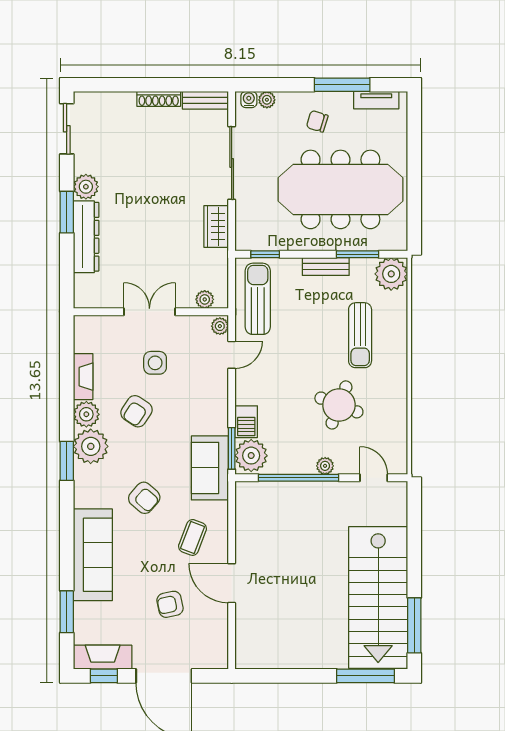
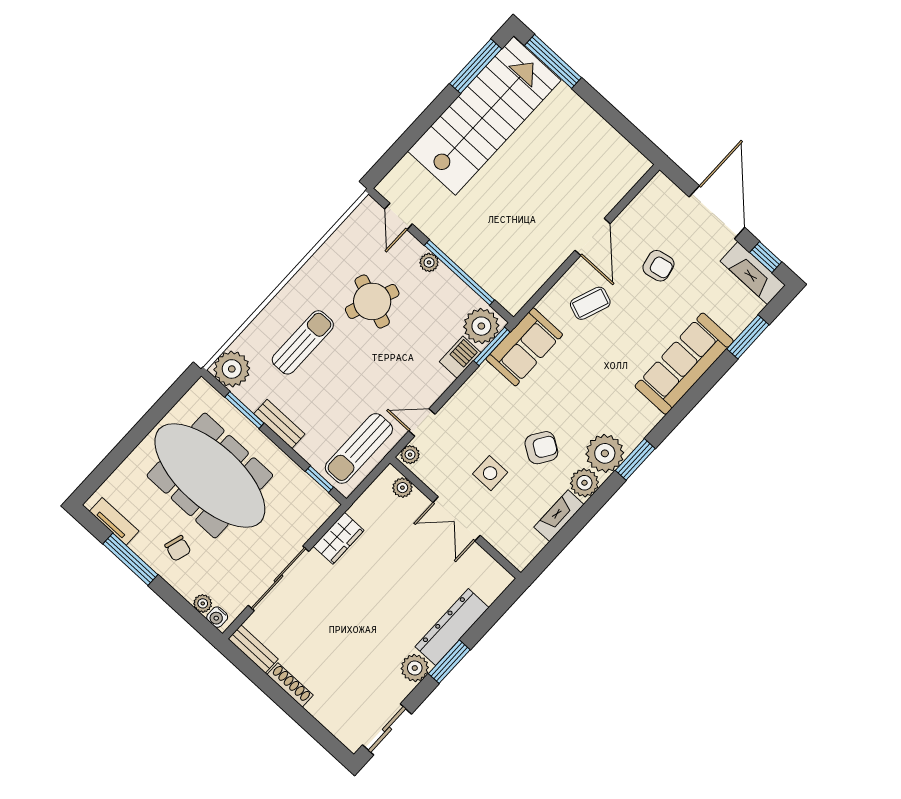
armchair: (144, 498) -> (600, 372), removed

